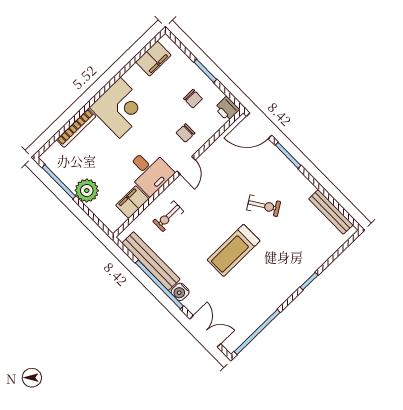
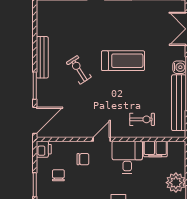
door: (259, 126) -> (35, 120), hinge flipped
bench: (331, 212) -> (42, 57), moved

